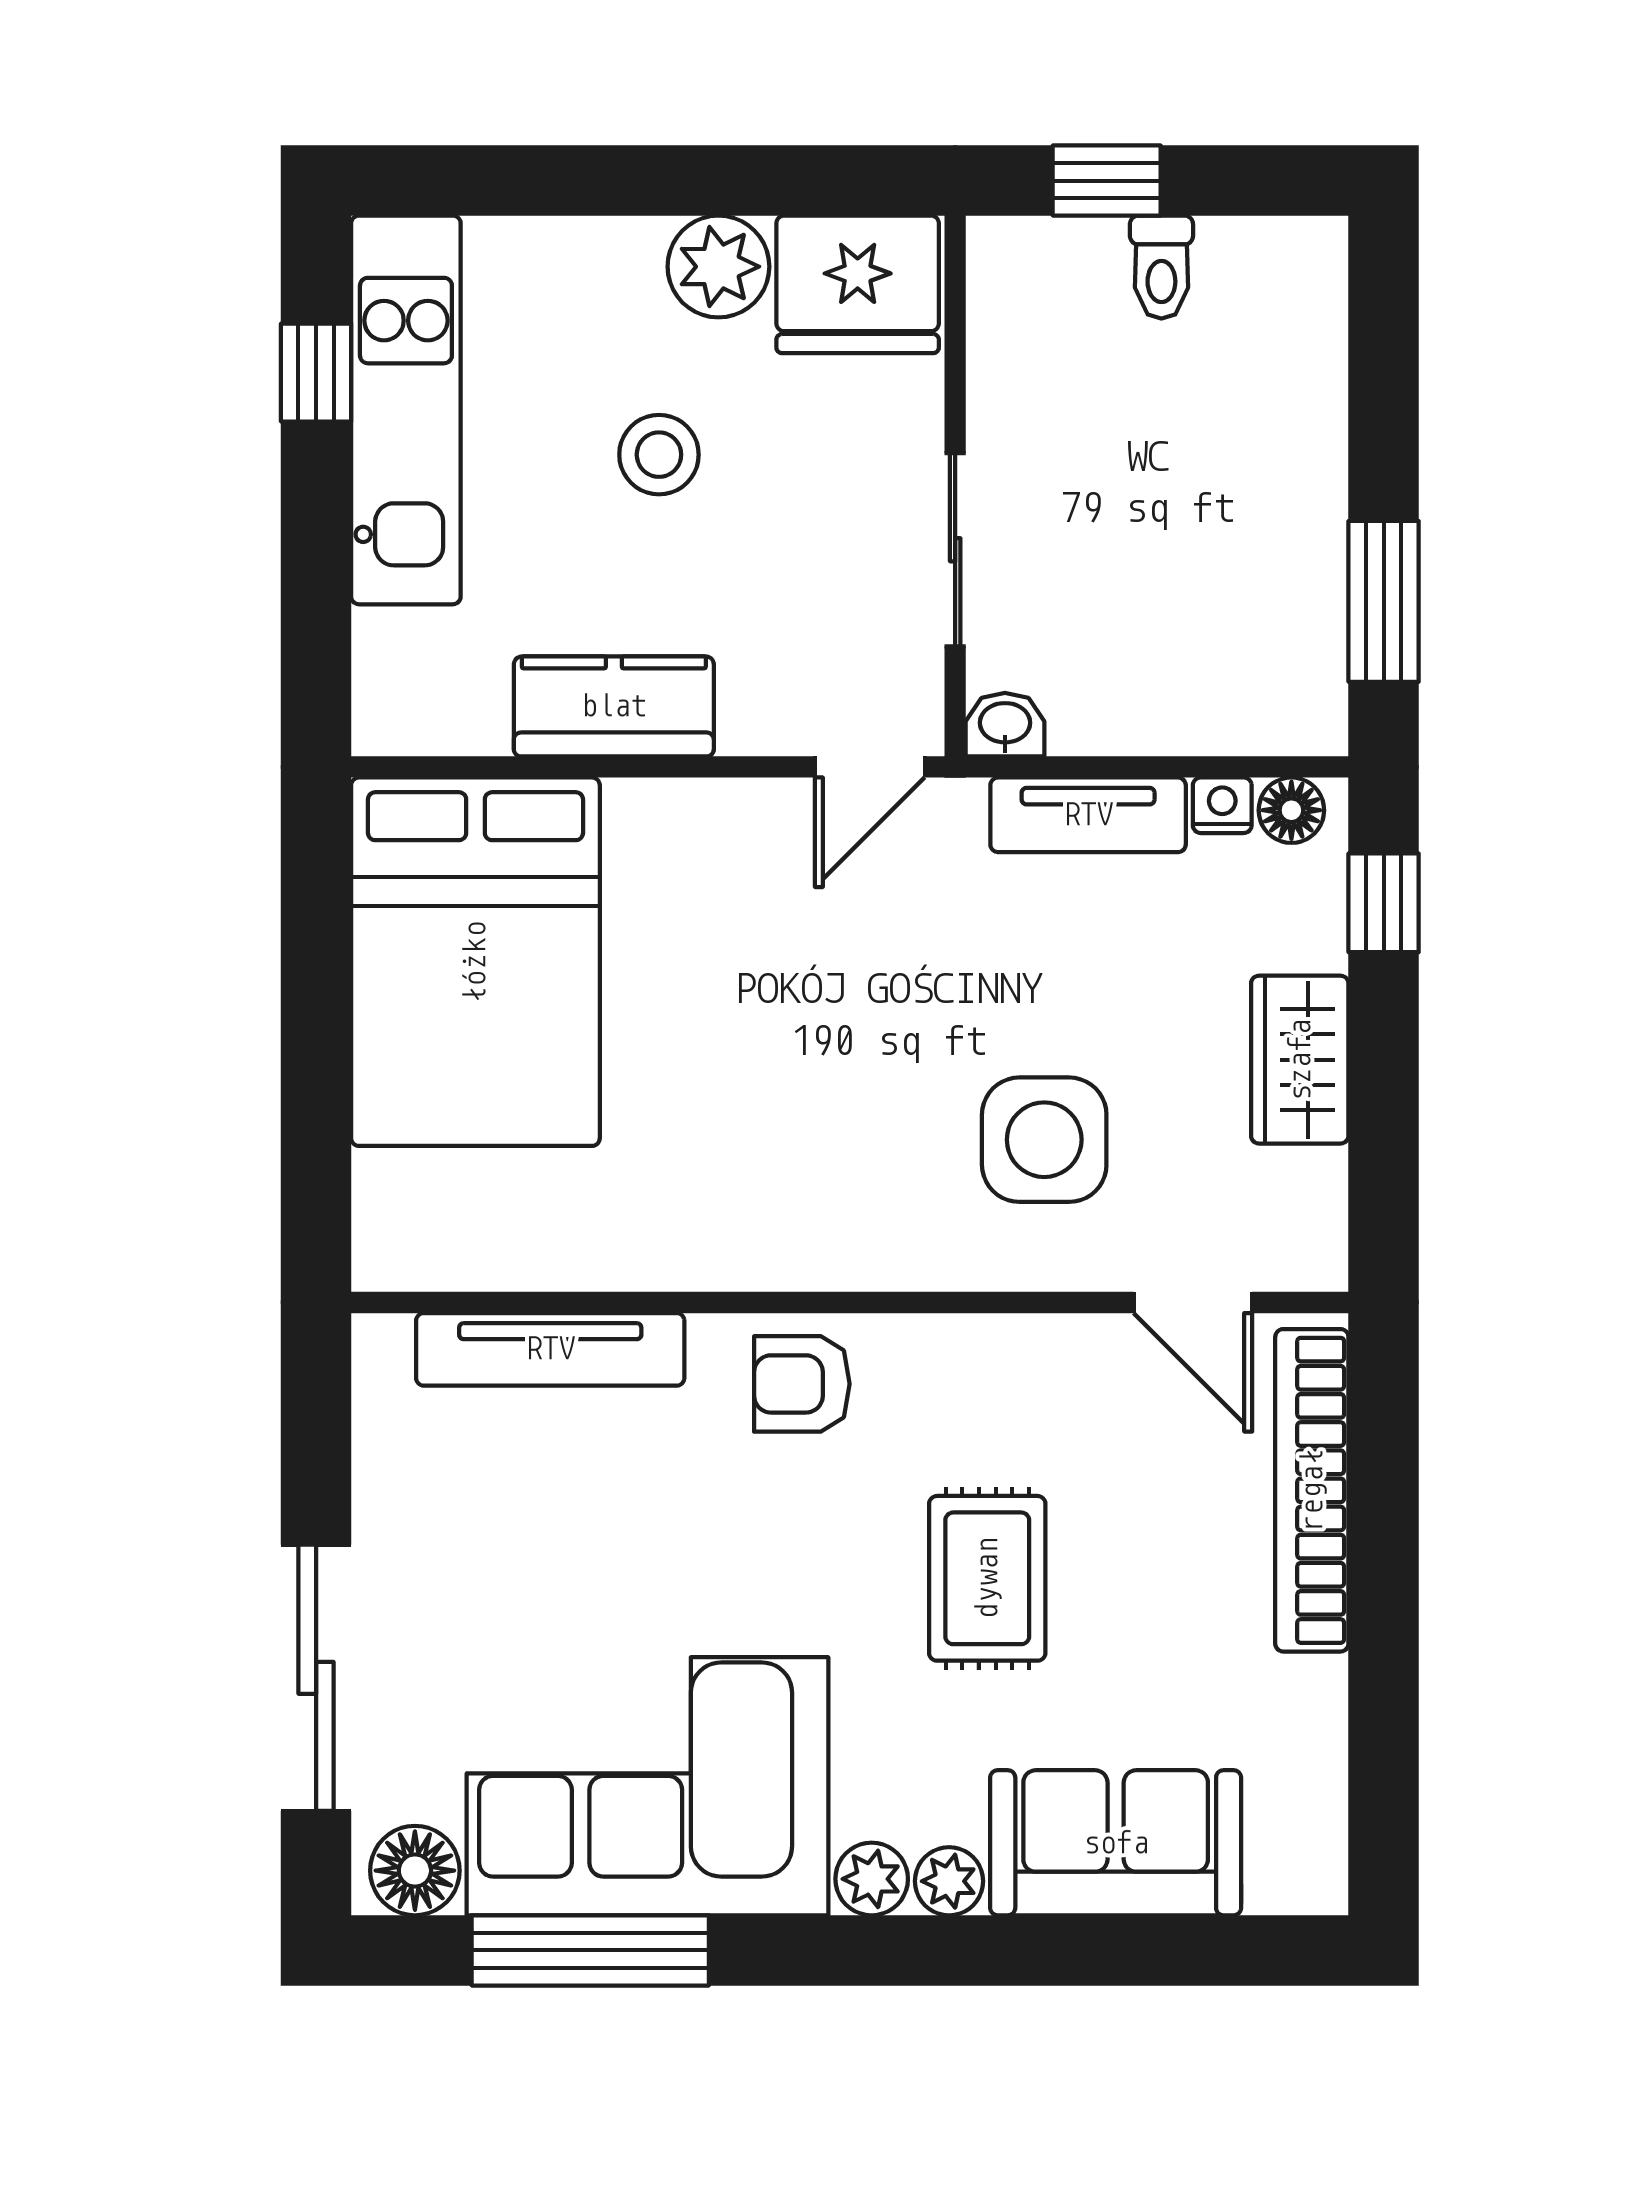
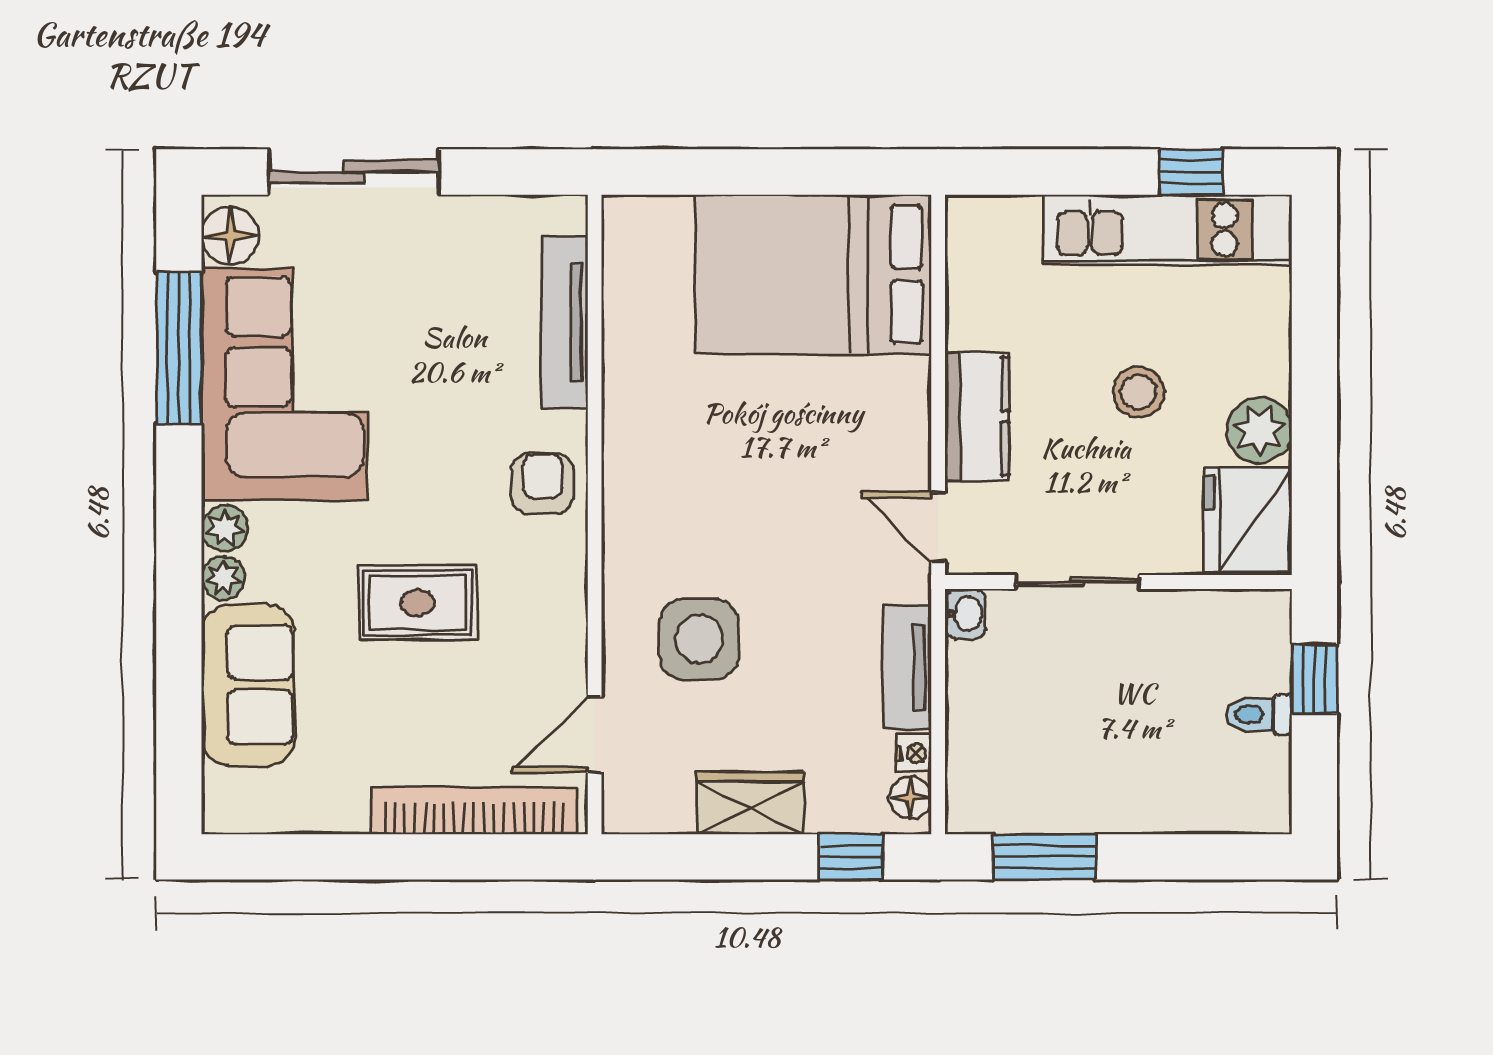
kitchen counter: (614, 706) -> (977, 416), moved

